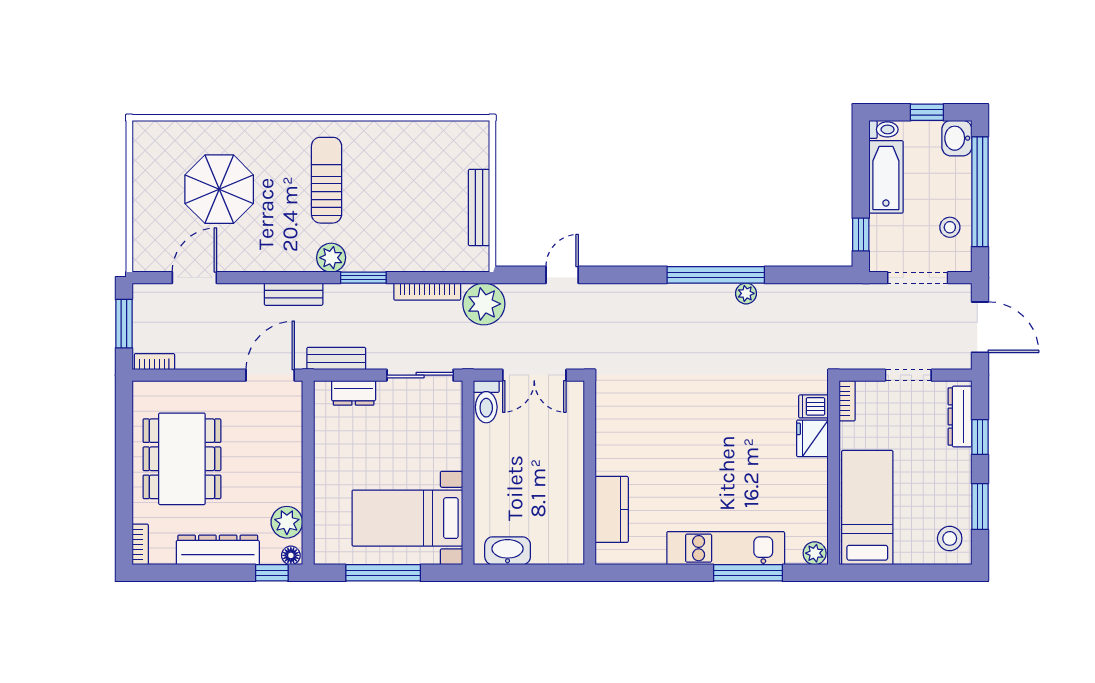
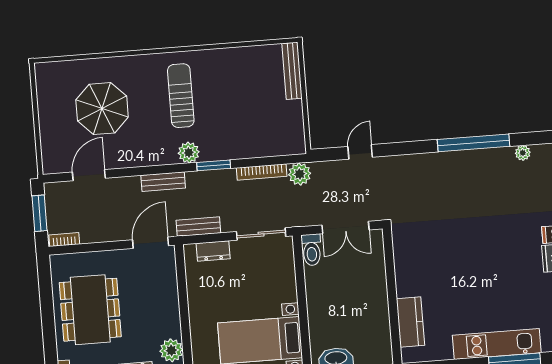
bench: (479, 207) -> (292, 71), moved
plant: (746, 293) -> (523, 153), moved
plant: (484, 304) -> (300, 174), width x0.73, depth x0.73

